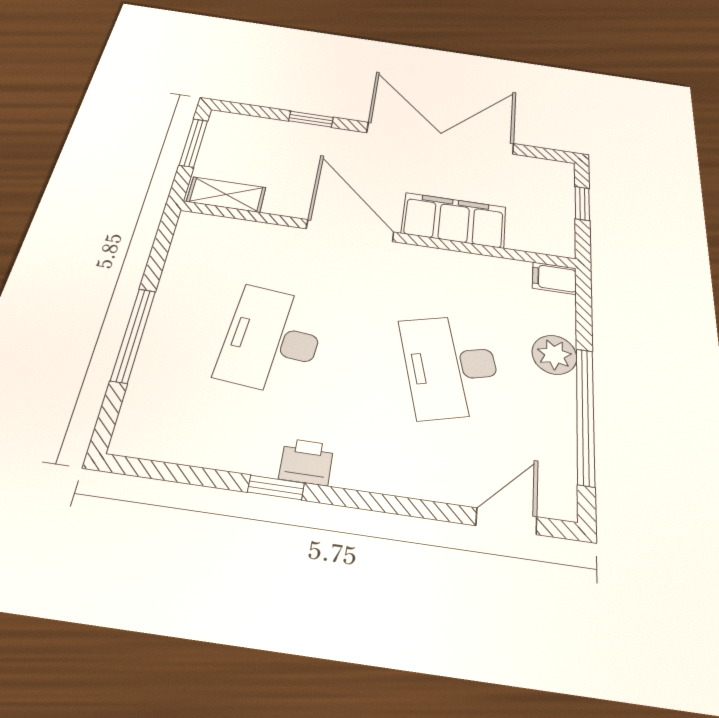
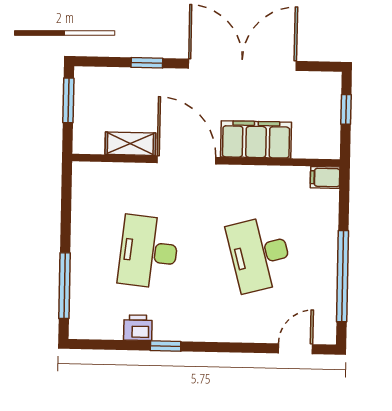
shelving: (226, 195) -> (130, 144), moved
window: (133, 335) -> (64, 286), moved
plant: (554, 355) -> (324, 237), removed
printer: (306, 462) -> (138, 328), moved

